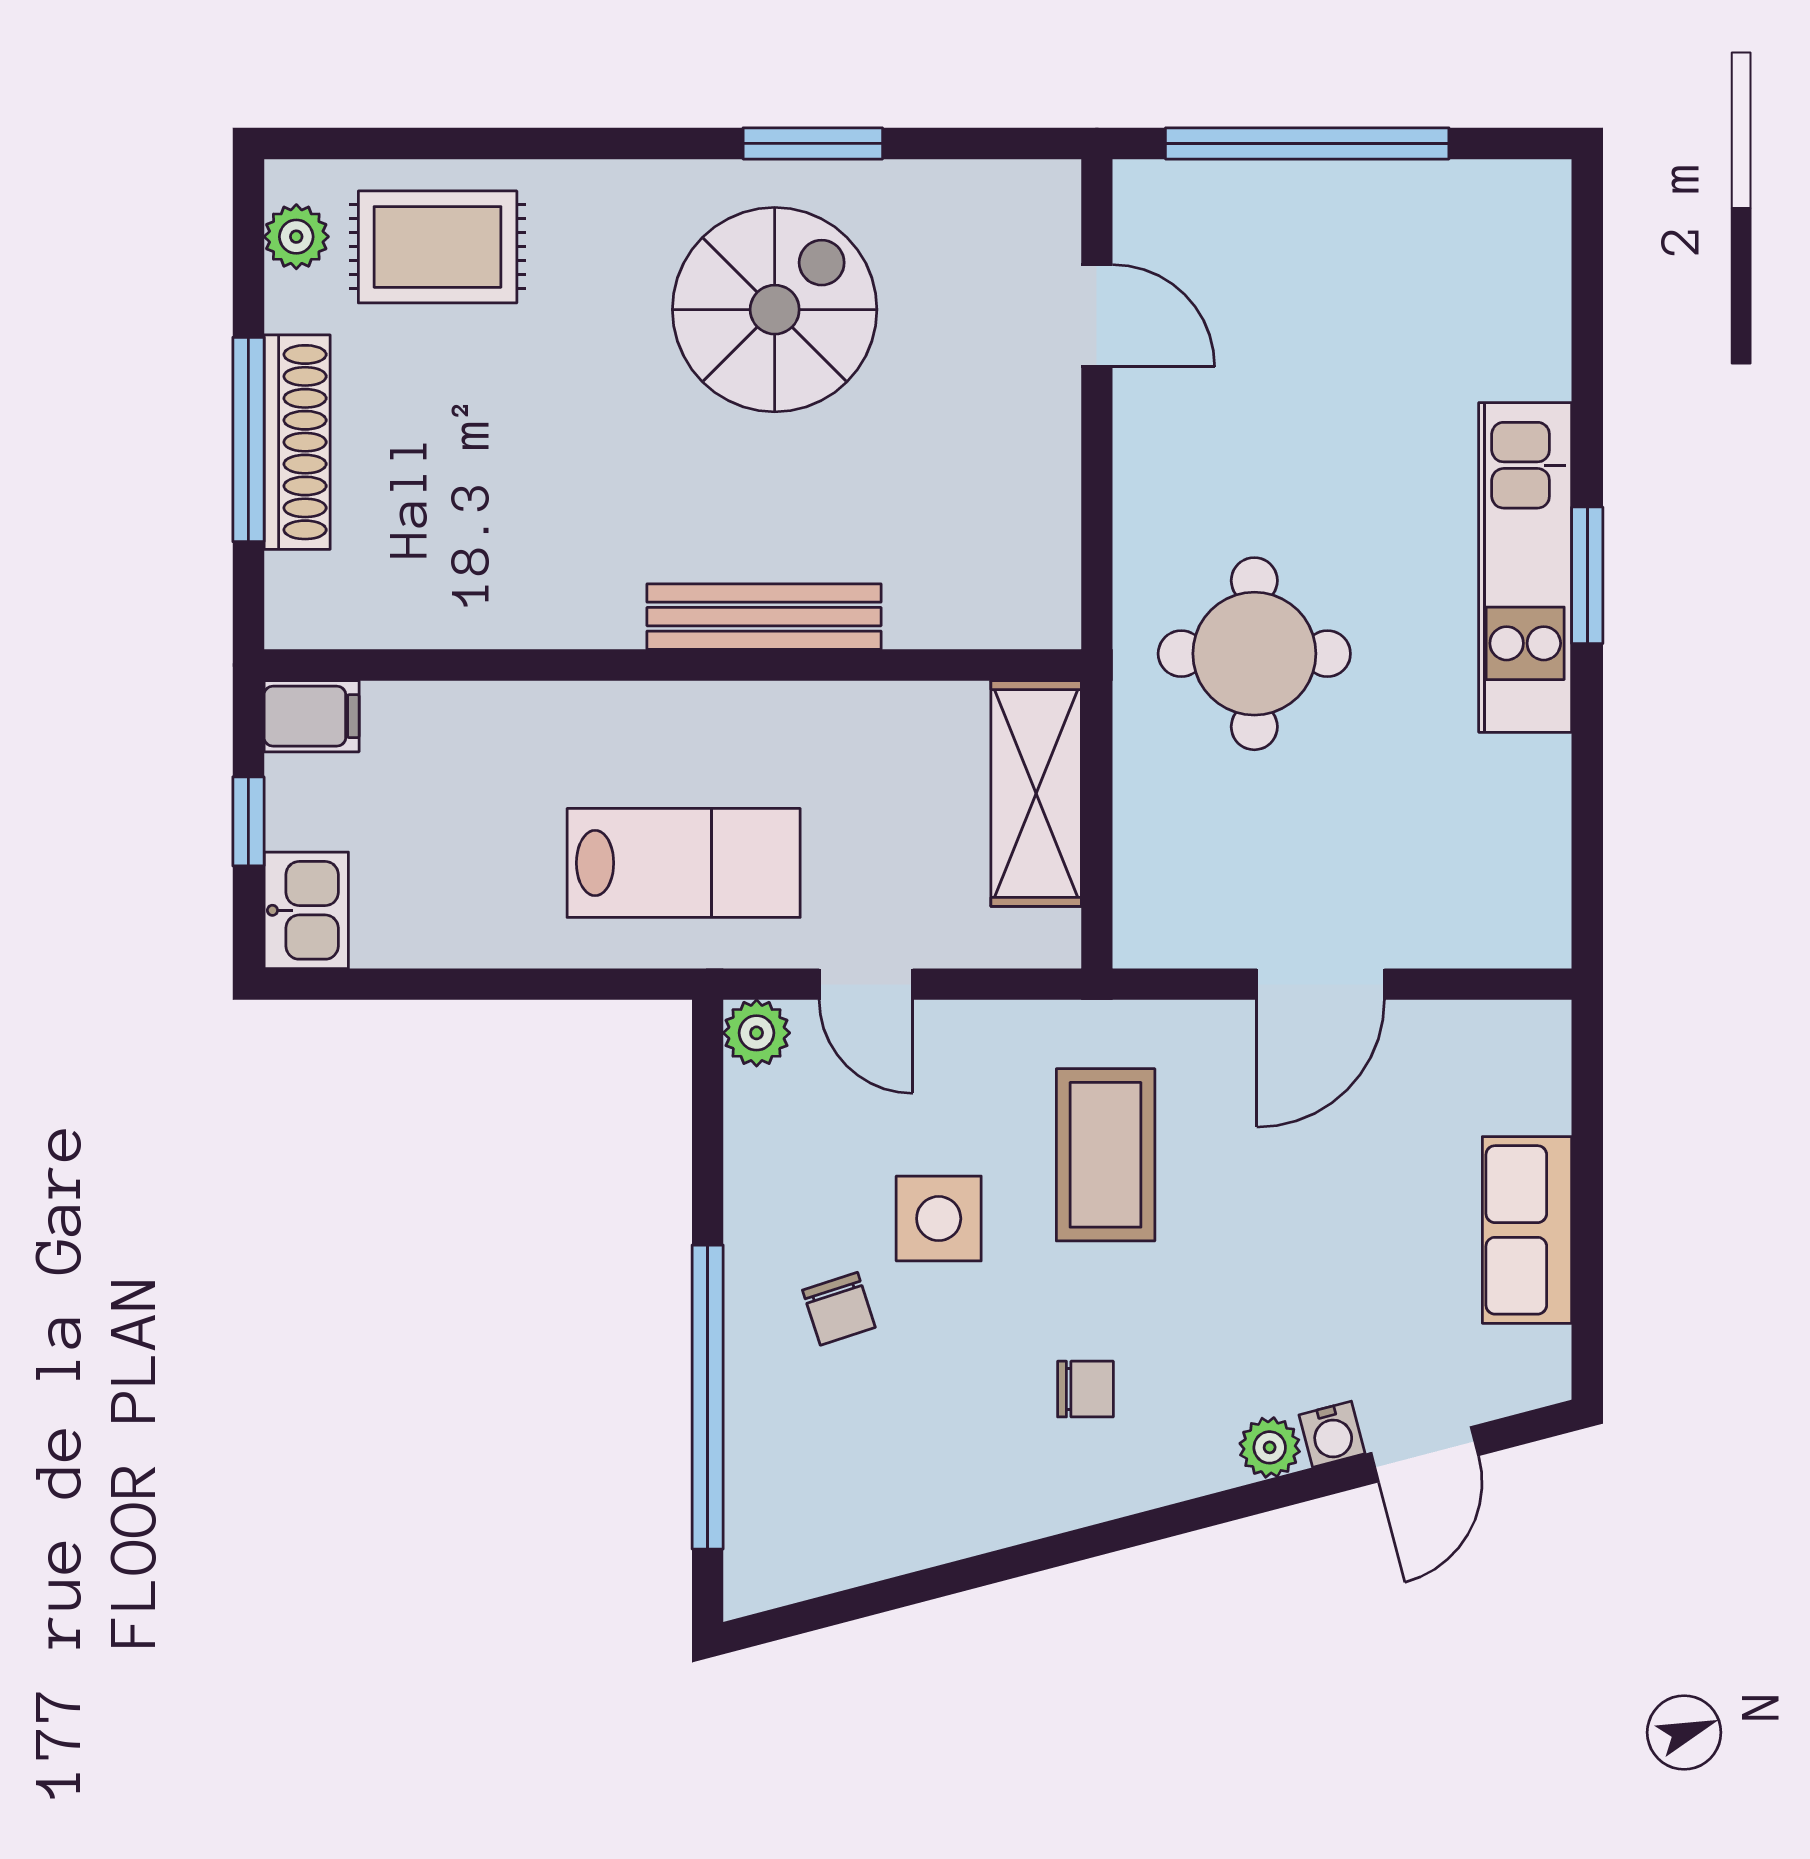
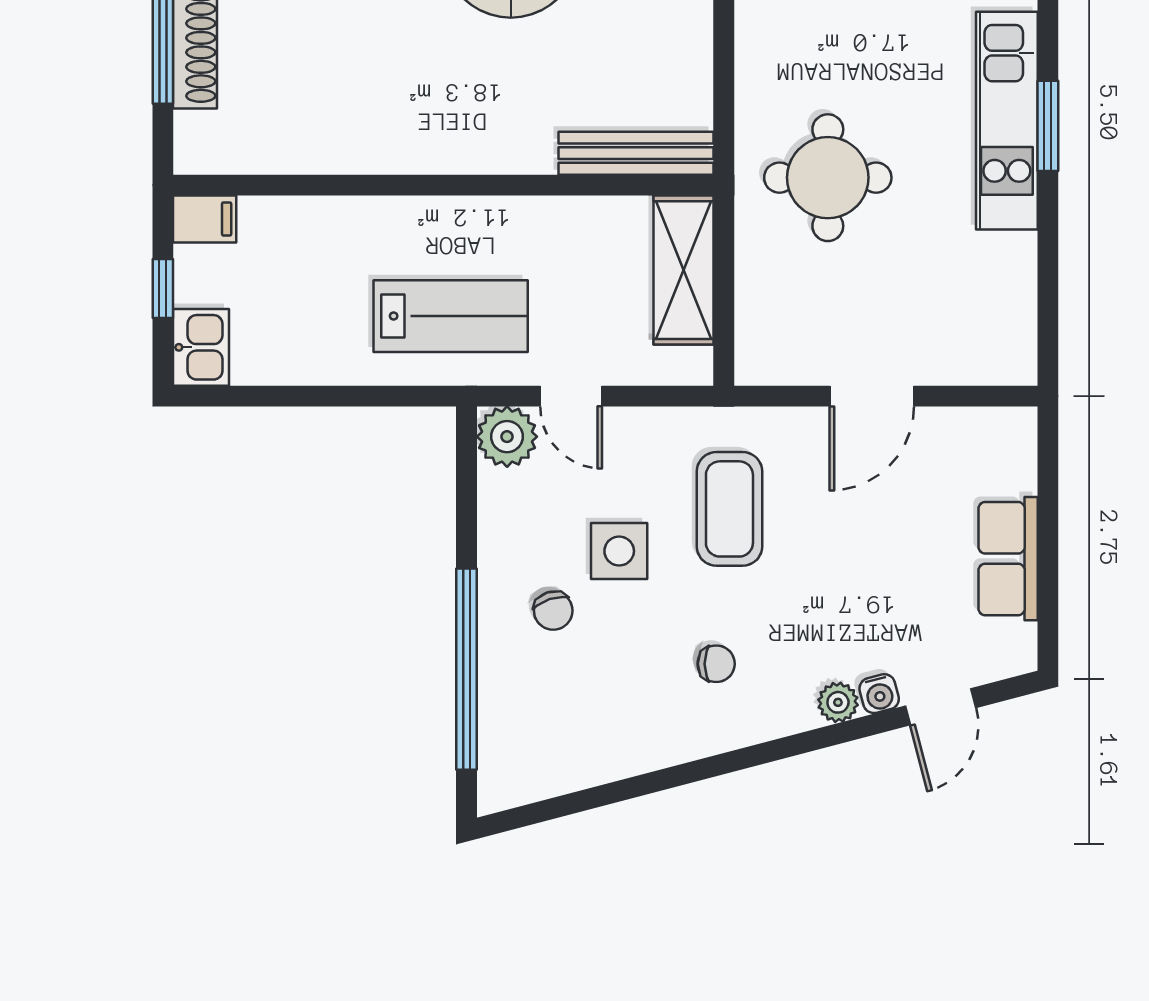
bench: (764, 617) -> (636, 153), moved
plant: (757, 1033) -> (507, 437), width x1.38, depth x1.38

